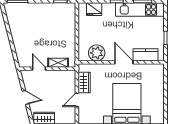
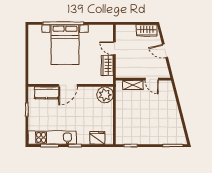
plant: (97, 53) -> (105, 95), moved
door: (124, 62) -> (68, 85), hinge flipped
door: (77, 100) -> (114, 48), swing flipped

